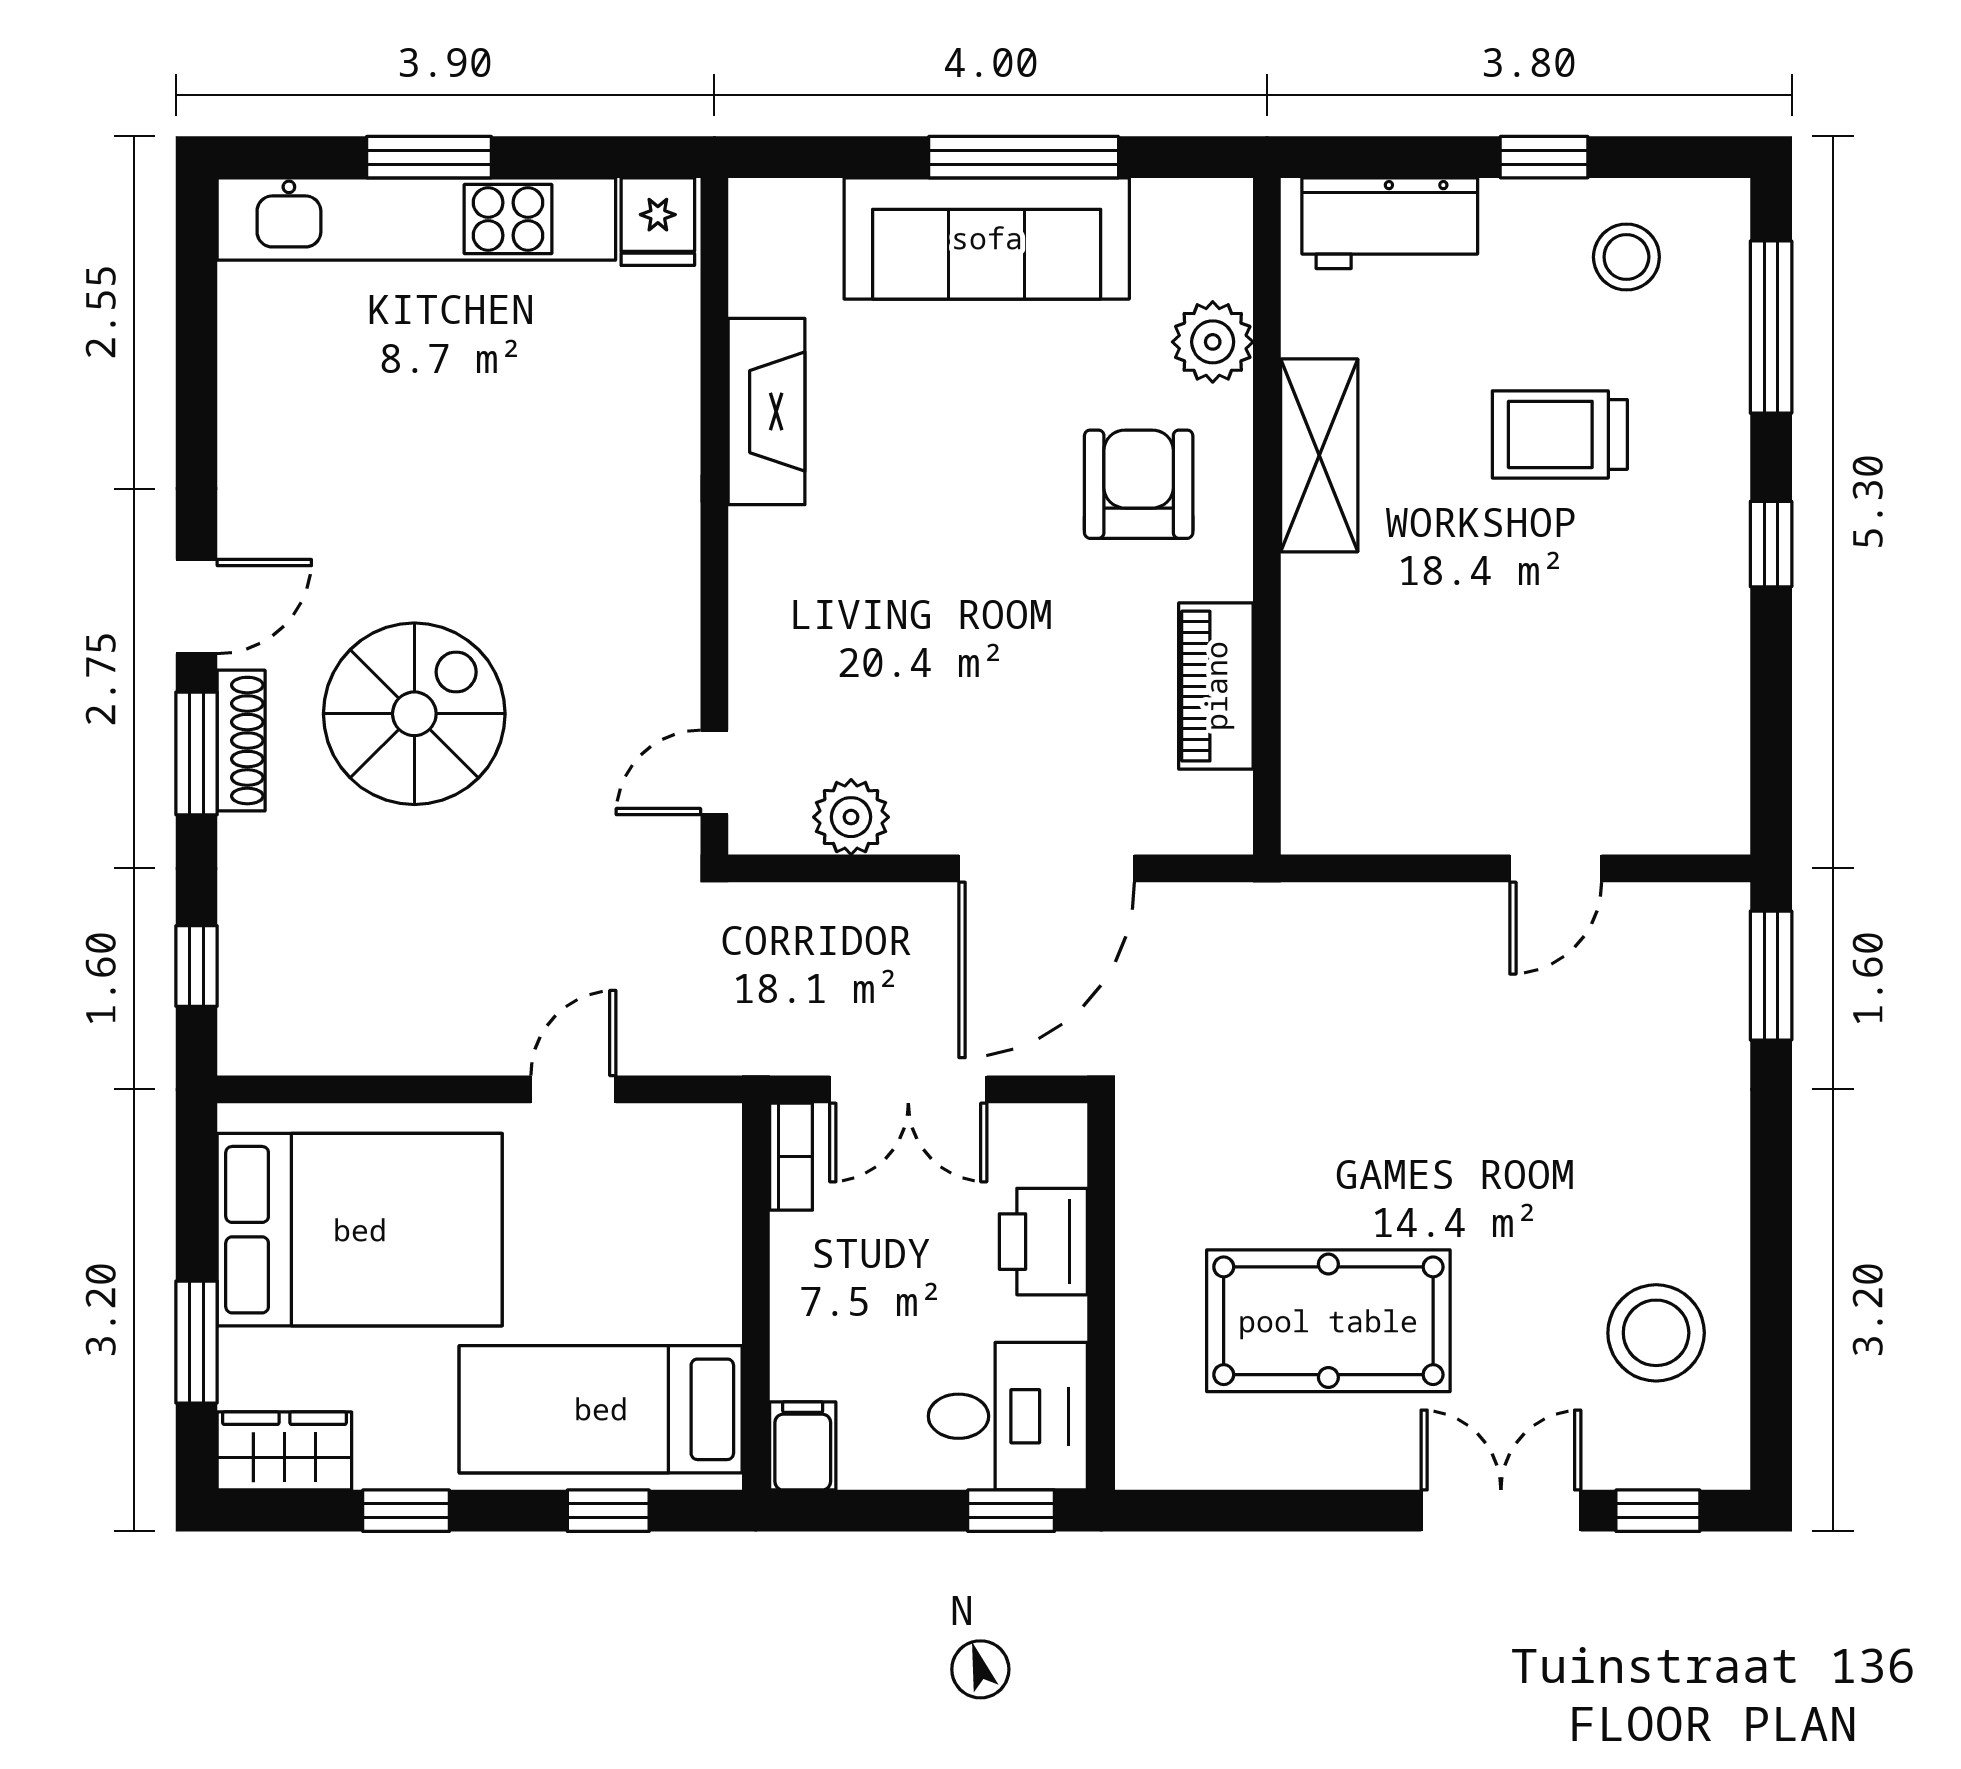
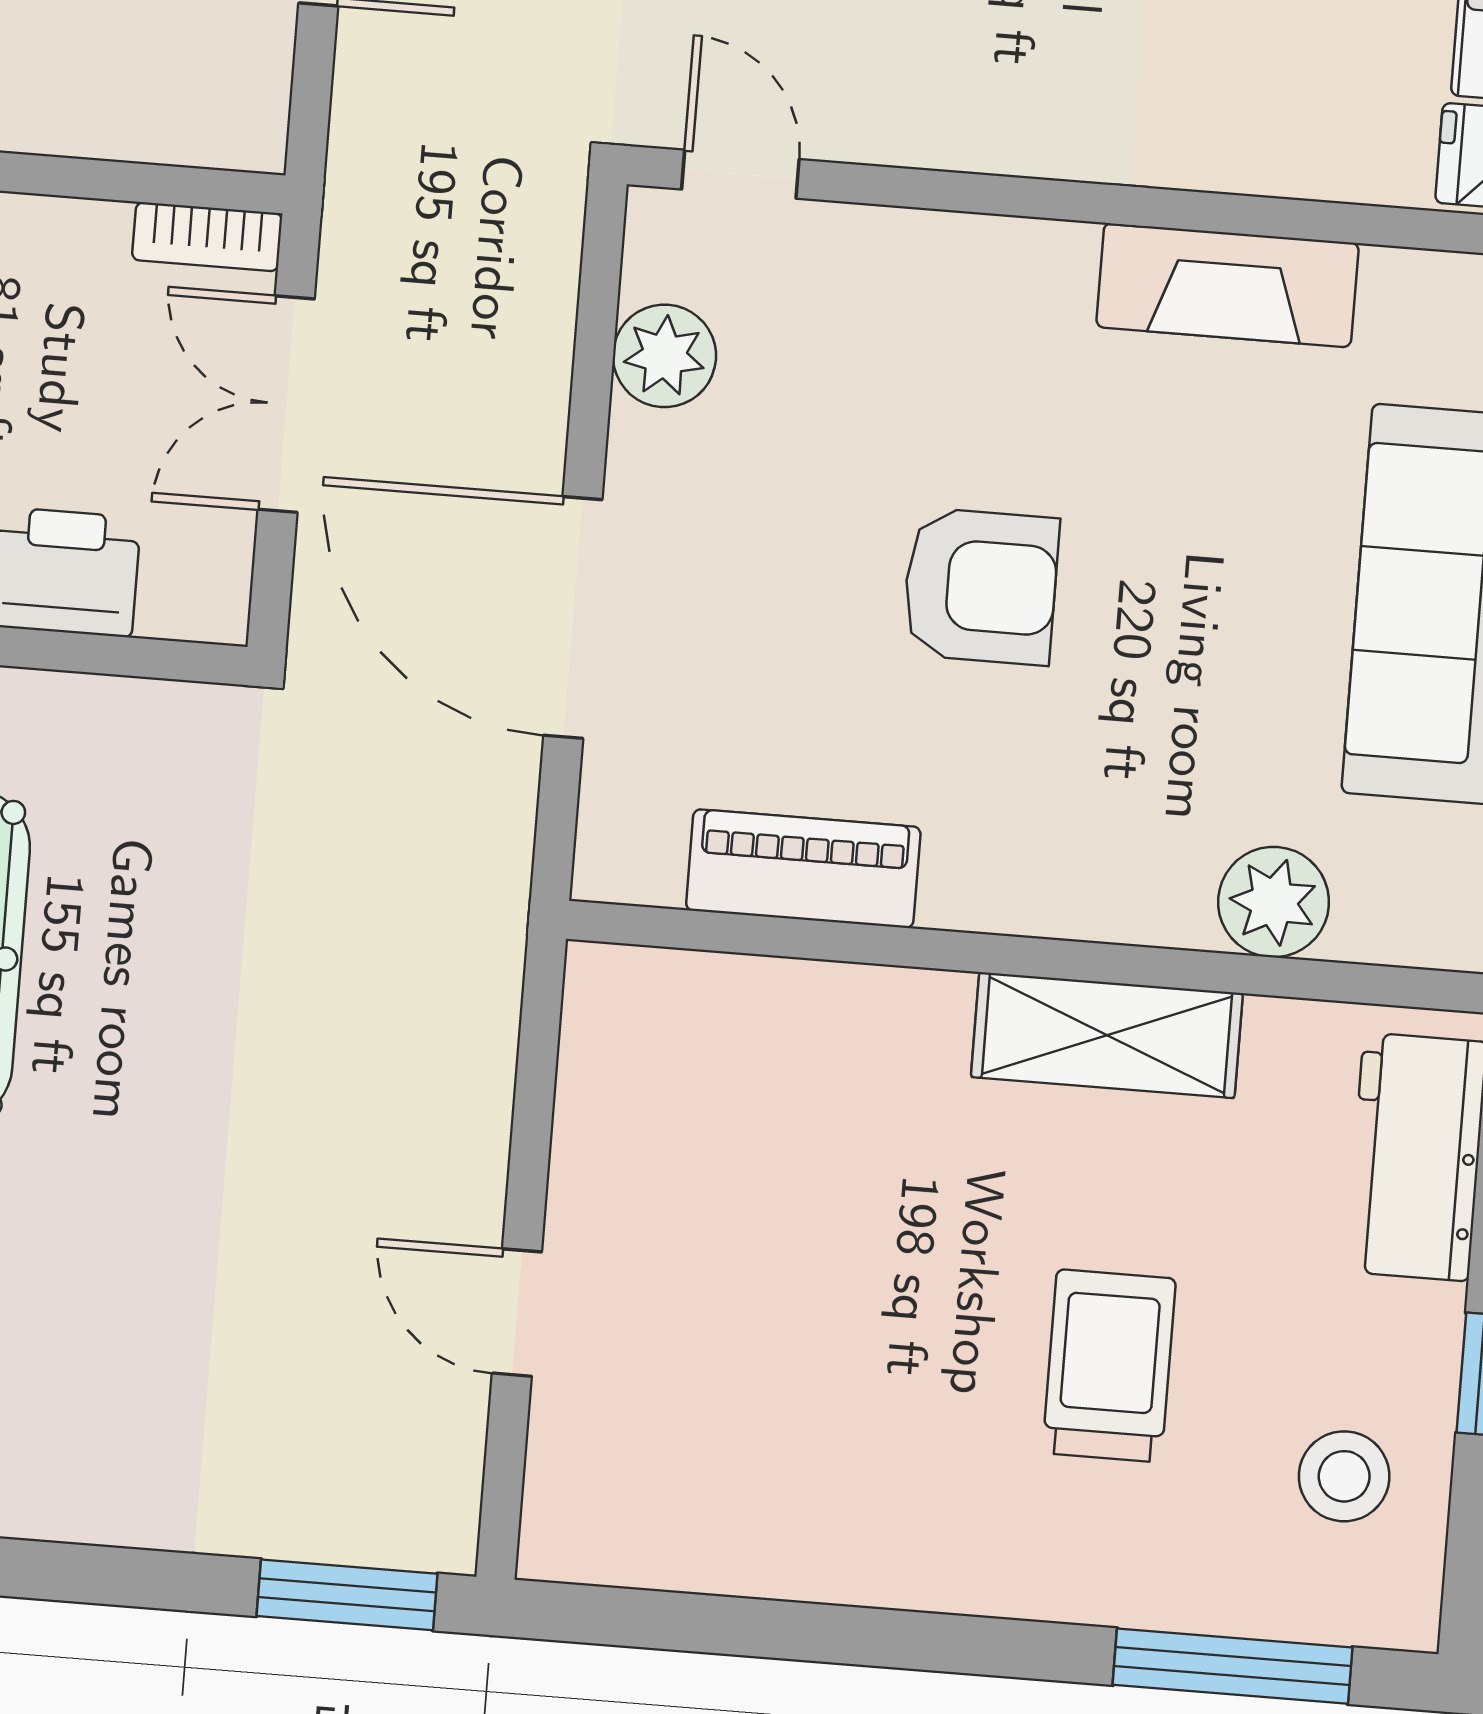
armchair: (1139, 484) -> (981, 586), moved
window: (1771, 544) -> (936, 1642), removed

